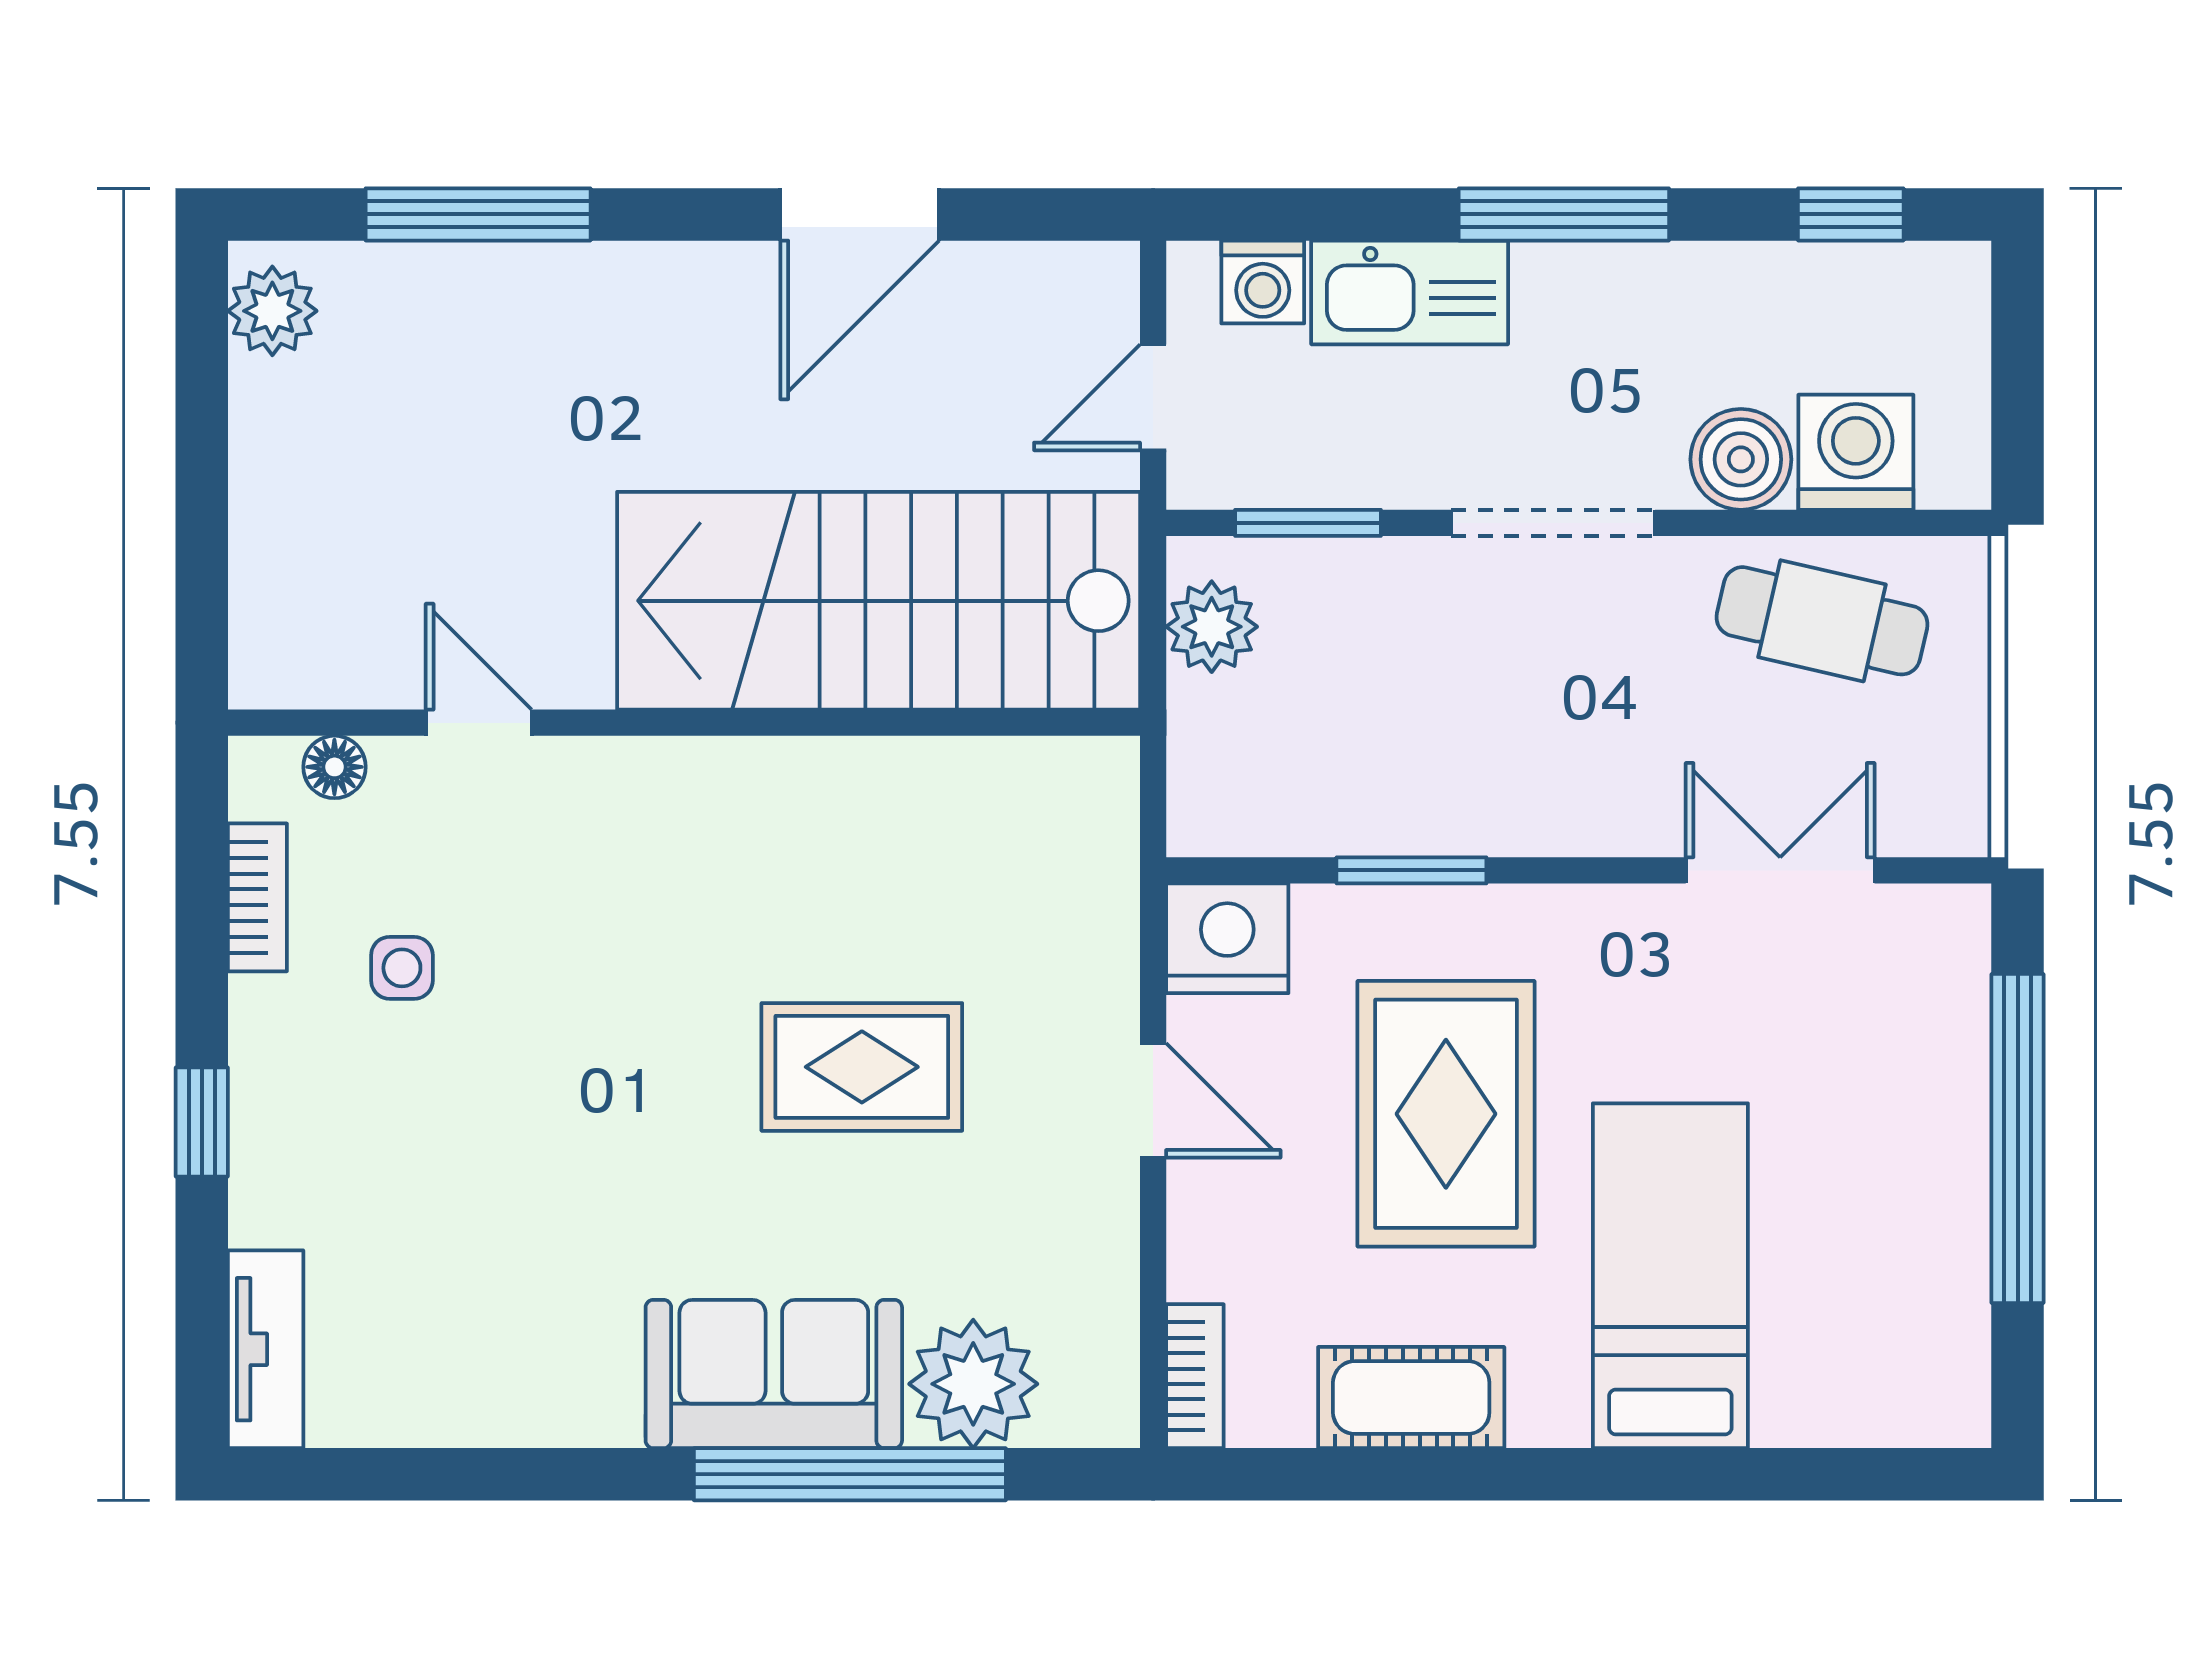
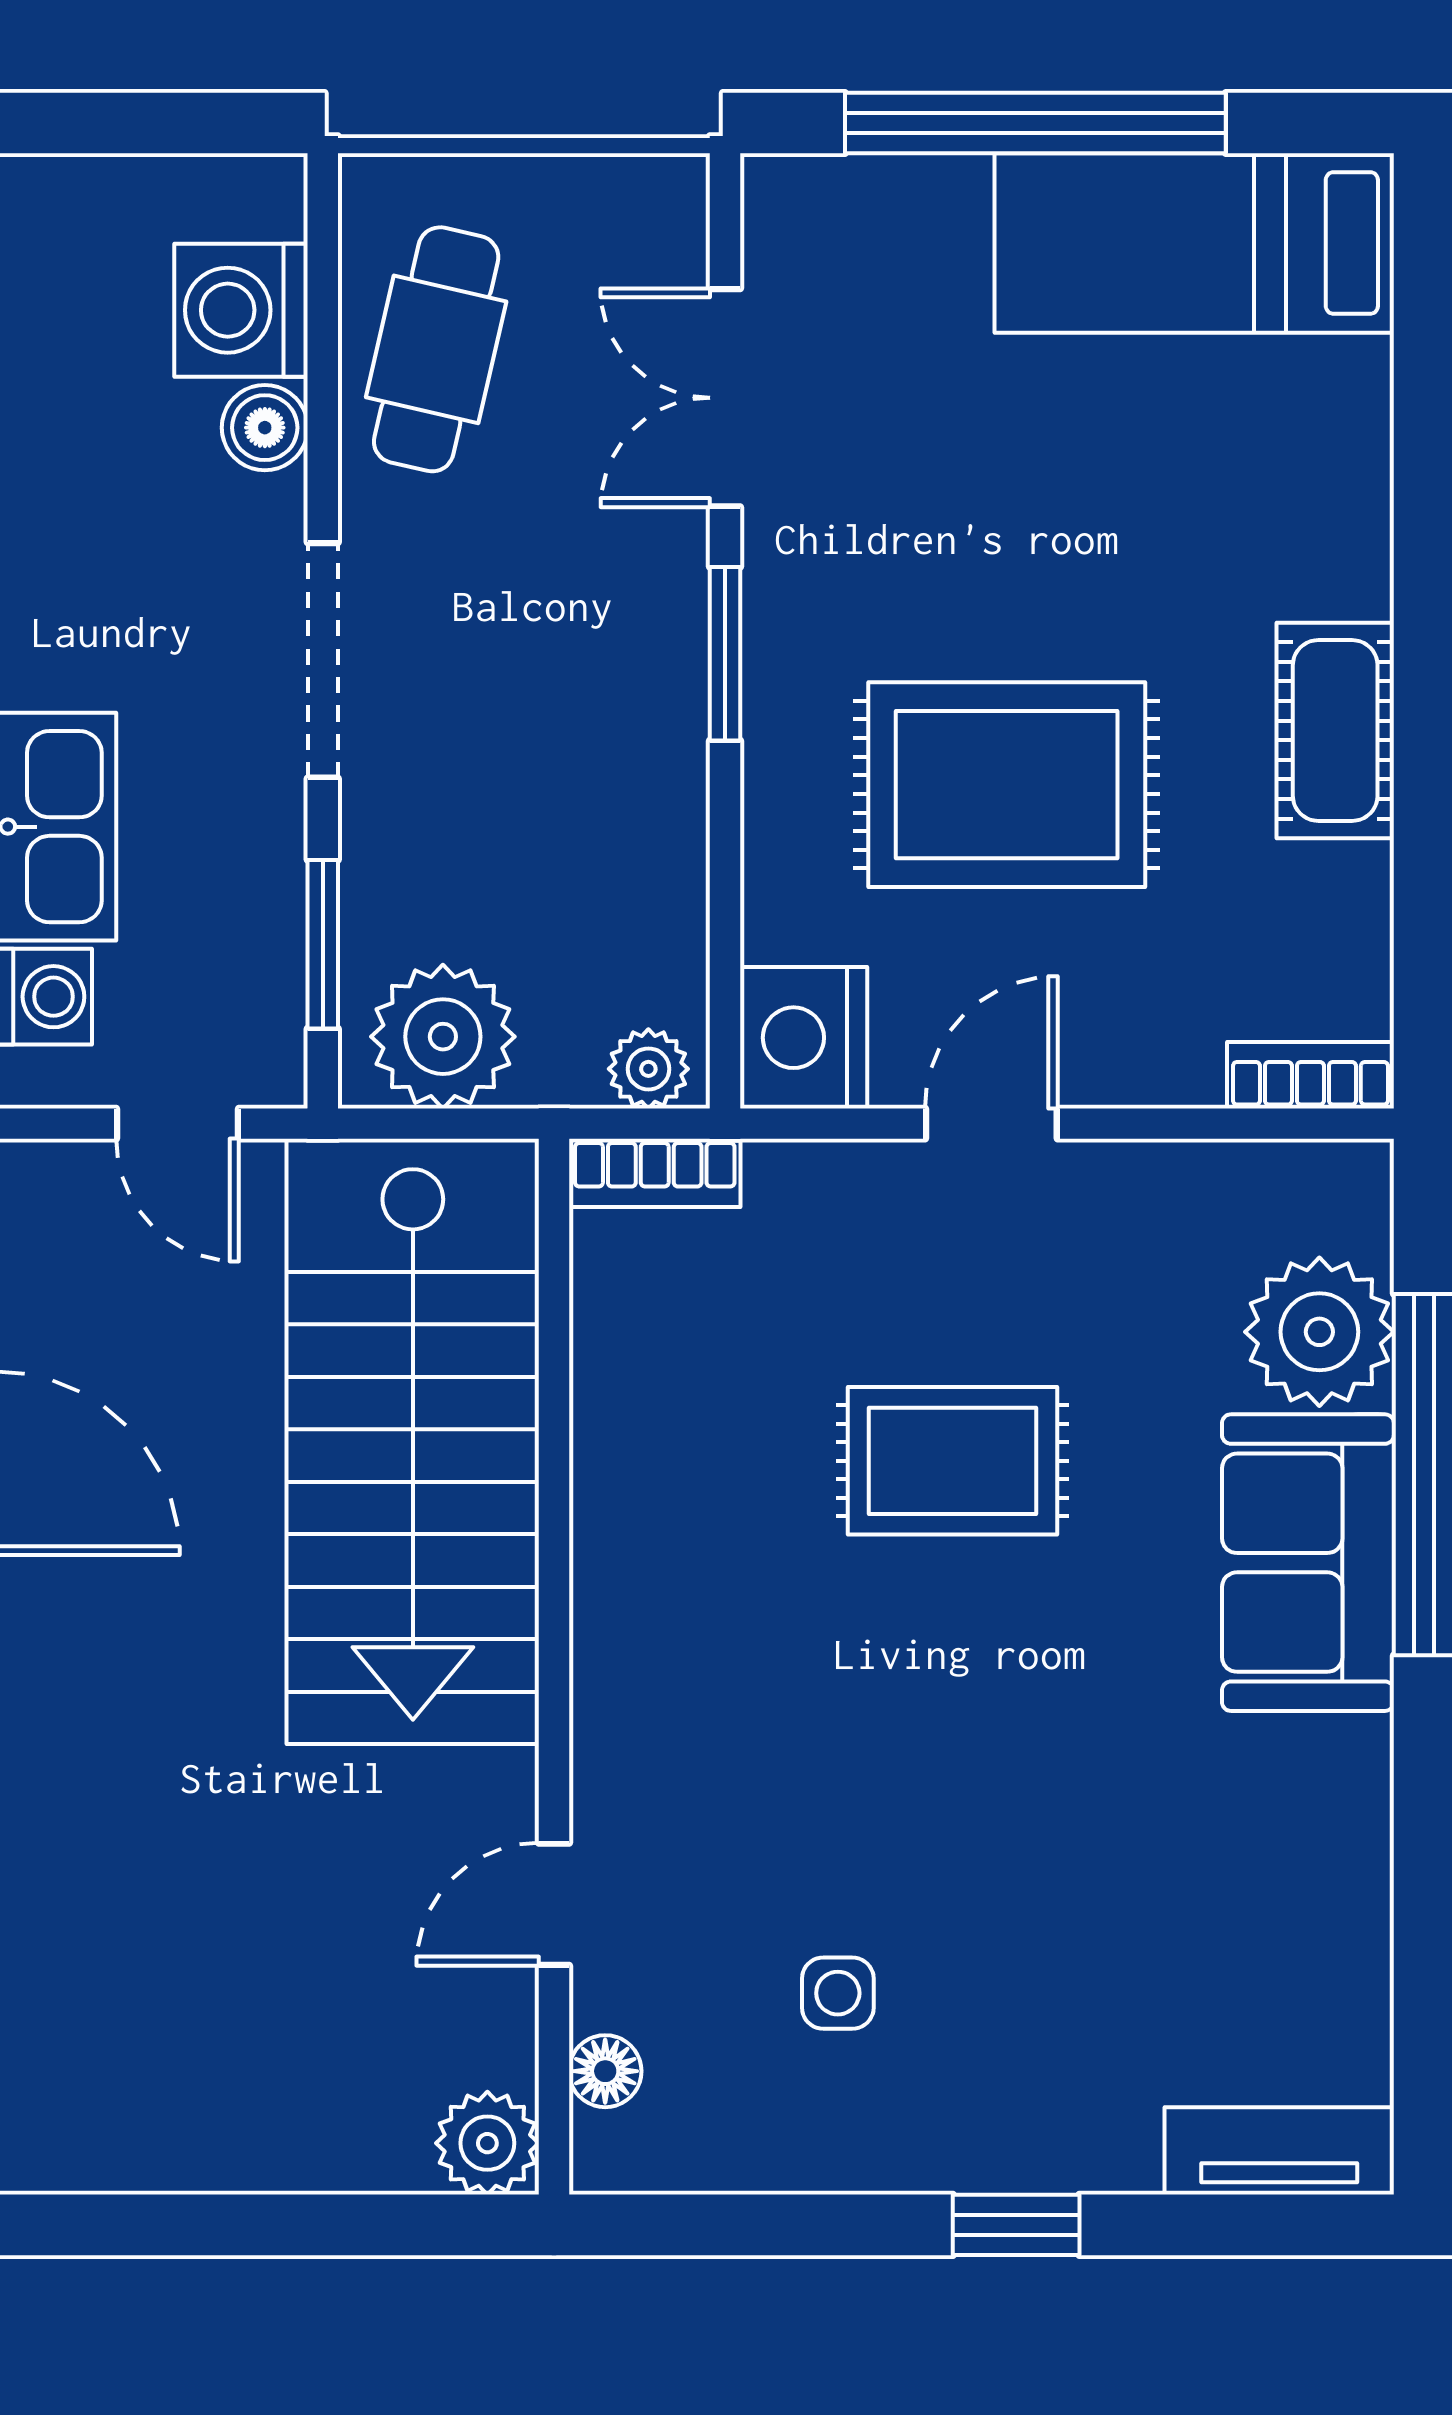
plant: (272, 311) -> (487, 2143), moved
boiler: (1741, 459) -> (265, 428), width x0.73, depth x0.73
plant: (1212, 627) -> (443, 1037), width x1.36, depth x1.36
plant: (1200, 804) -> (648, 1069), added
window: (1411, 870) -> (725, 654), moved
bookcase: (257, 897) -> (655, 1173), moved, turned 180
rug: (862, 1067) -> (952, 1461), turned 90
bed: (1670, 1276) -> (1194, 243), moved
cot: (1411, 1398) -> (1335, 730), moved

